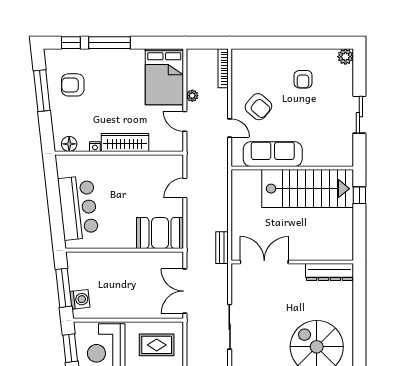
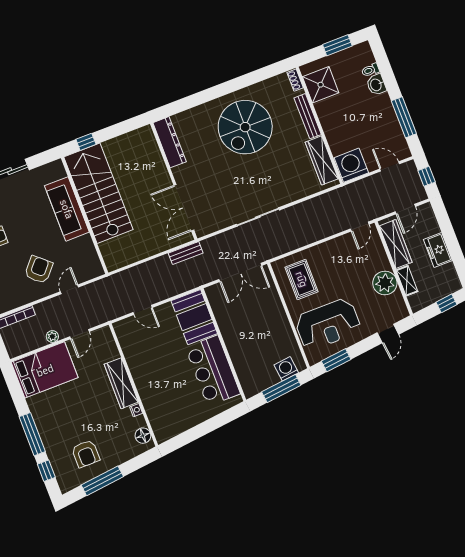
sofa: (273, 154) -> (67, 209), moved
bar counter: (78, 208) -> (213, 371), moved, turned -84

